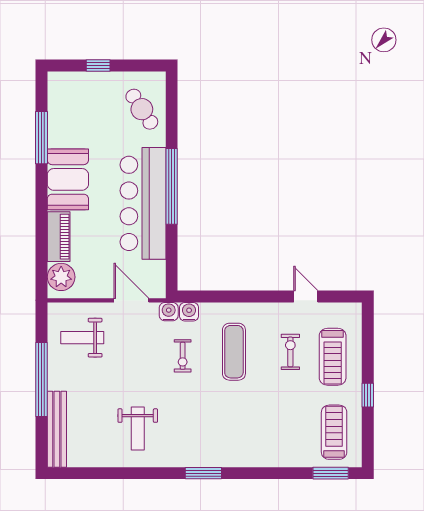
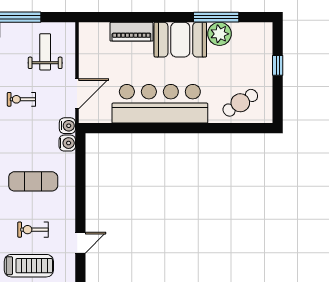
window: (172, 186) -> (174, 128), removed
plant: (61, 277) -> (219, 34), moved
exercise bike: (290, 352) -> (33, 230), turned 180
exercise bike: (183, 356) -> (21, 99), moved
treadmill: (333, 357) -> (29, 266), turned 180

